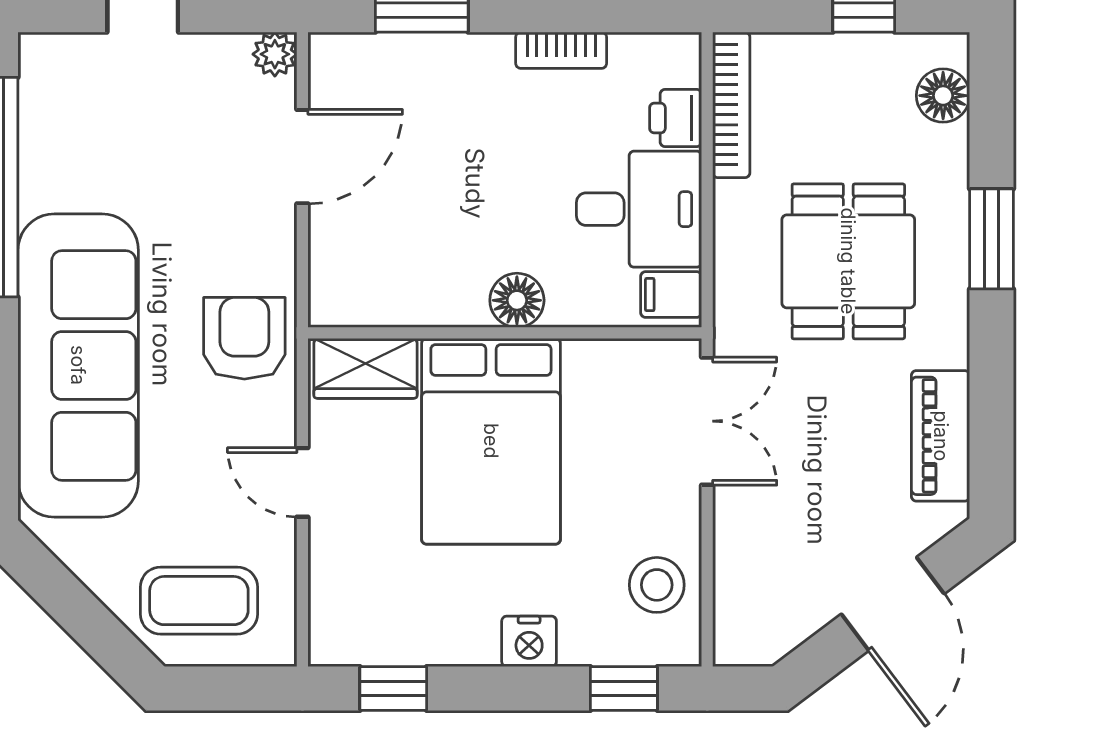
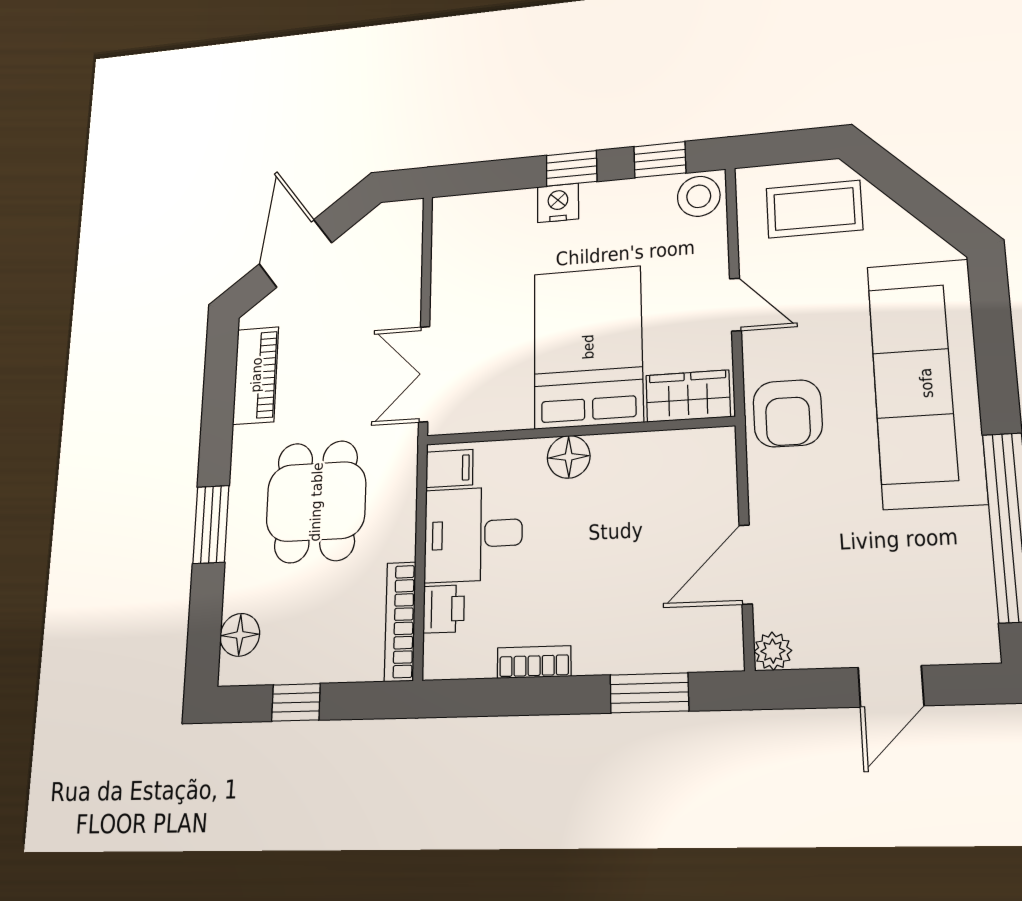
stool: (657, 585) -> (699, 196), moved
window: (624, 688) -> (572, 168), moved

